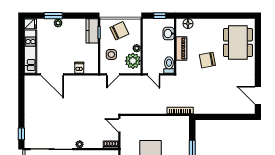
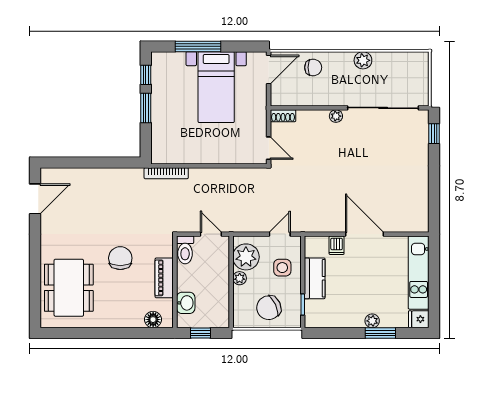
kitchen counter: (92, 31) -> (315, 278), moved
chair: (207, 60) -> (120, 258), turned -79
door: (52, 74) -> (365, 234), moved
door: (258, 95) -> (35, 199), hinge flipped

